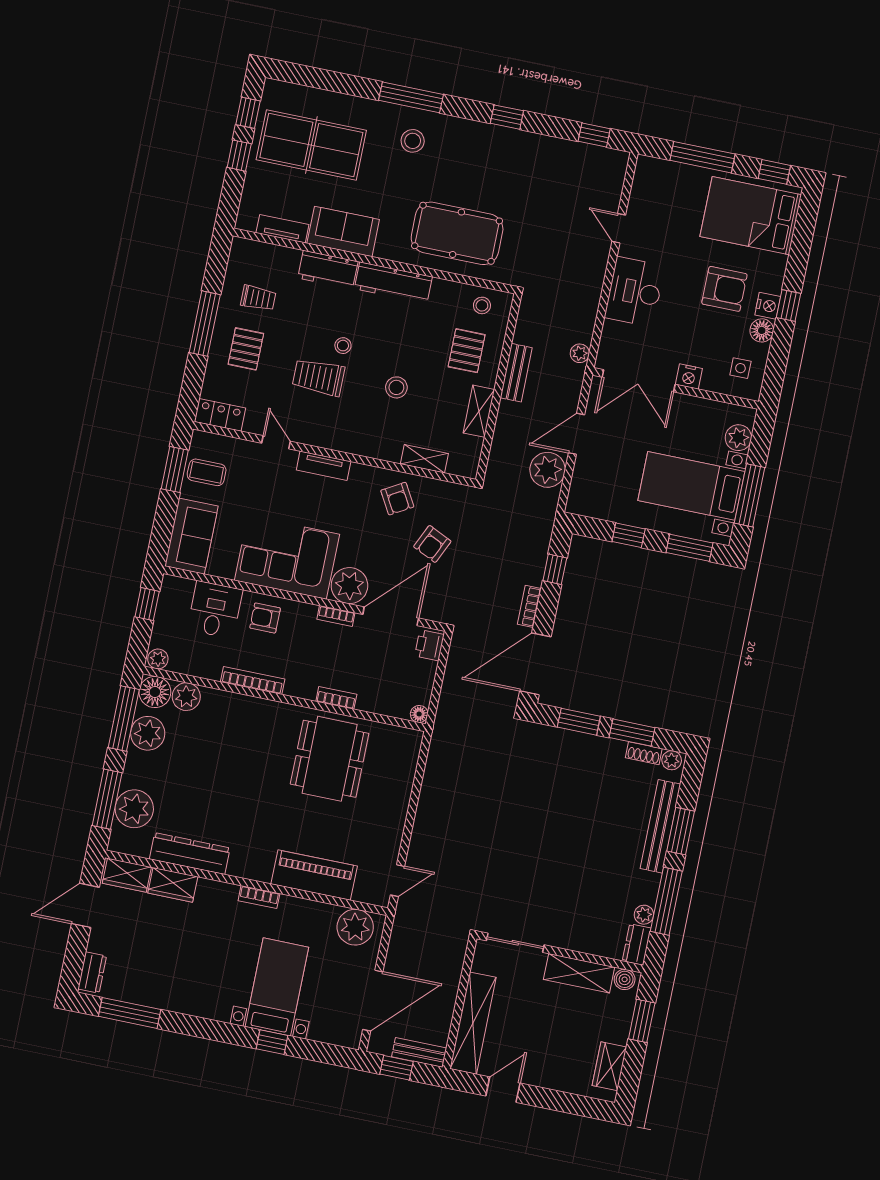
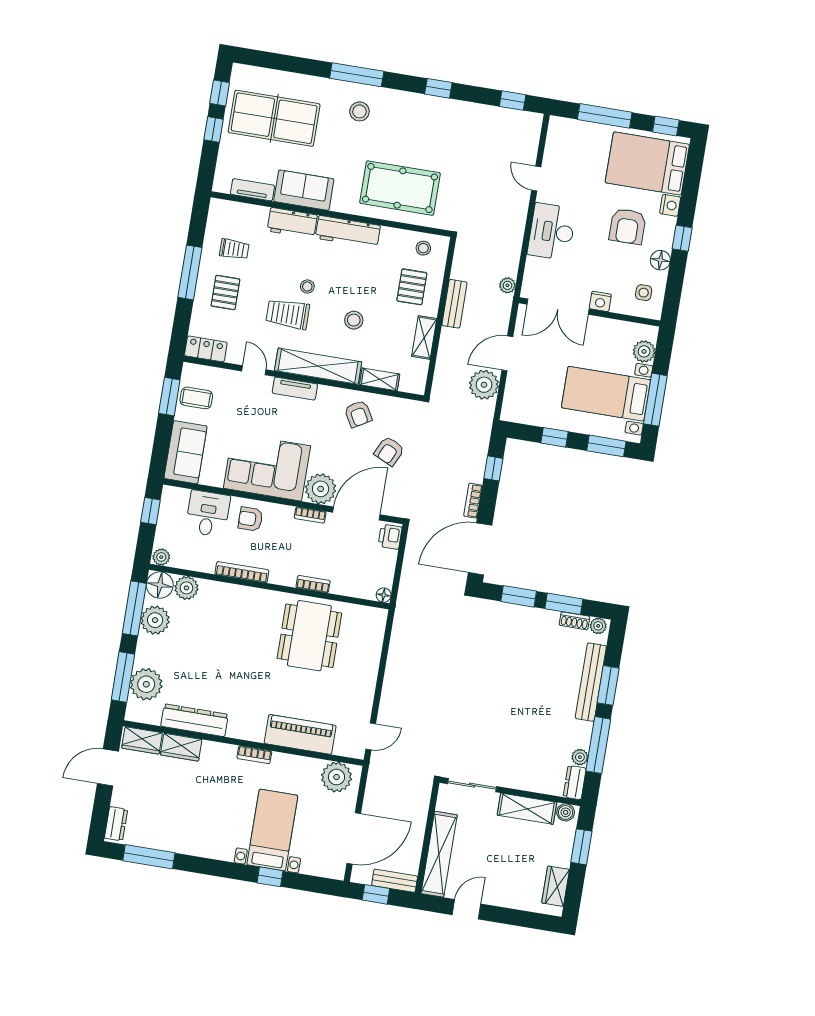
armchair: (724, 289) -> (628, 226), turned 90
nightstand: (768, 306) -> (670, 205), moved
shelving: (352, 440) -> (318, 366), added

